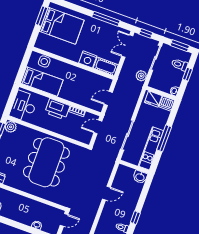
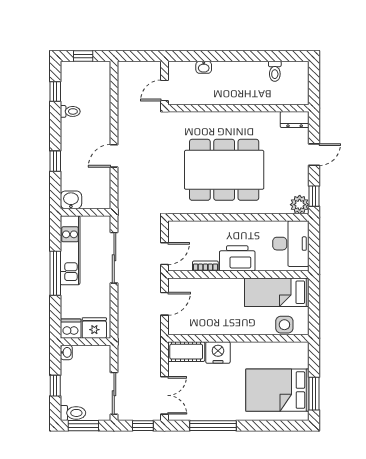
toilet: (180, 65) -> (73, 413), moved
plant: (141, 76) -> (126, 357), removed
dining table: (46, 162) -> (224, 170), turned 90
window: (135, 218) -> (55, 161), moved

